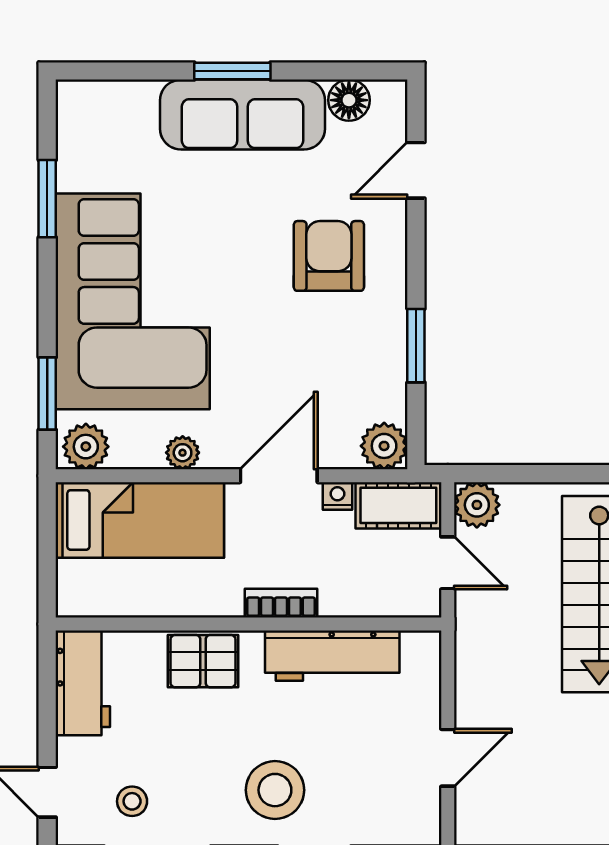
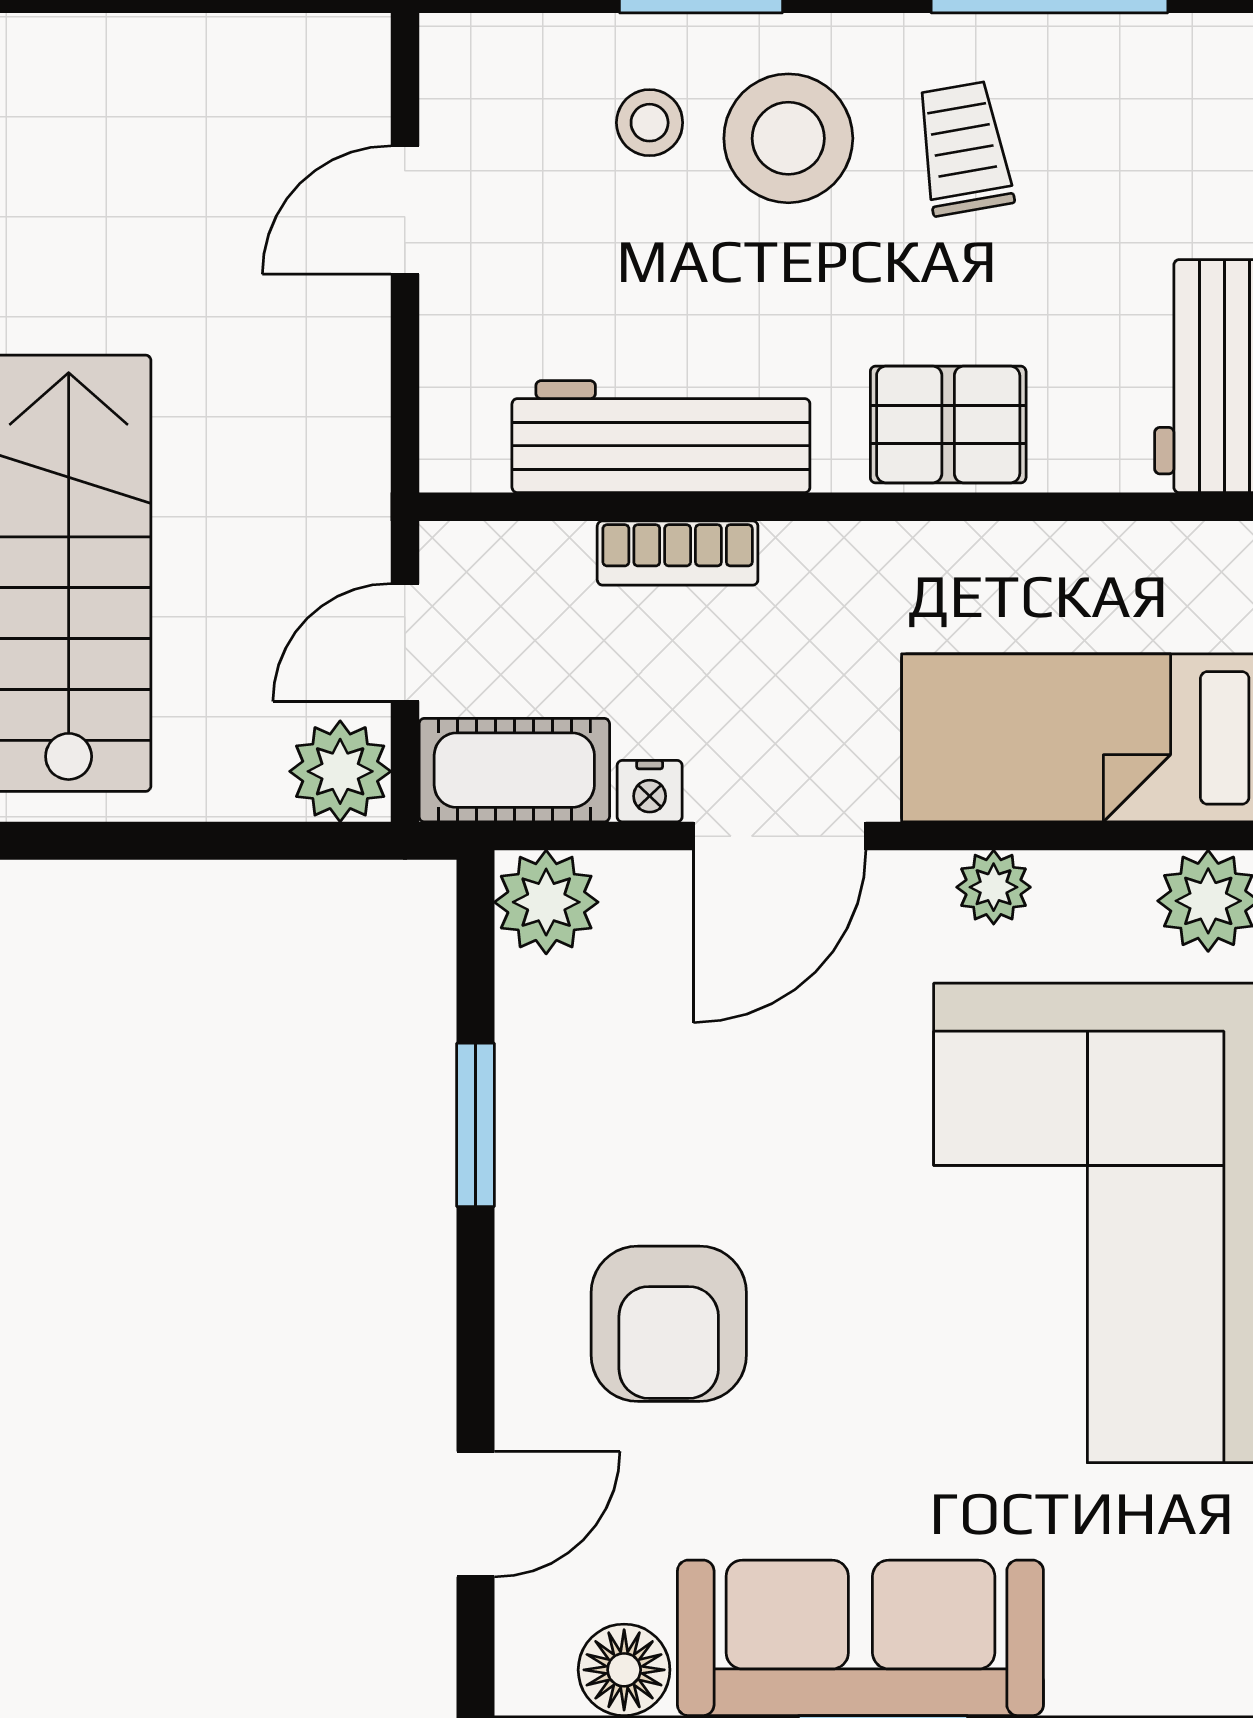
door: (448, 563) -> (405, 642), hinge flipped
bookcase: (281, 603) -> (678, 553), moved
trolley: (196, 785) -> (964, 149), added
stool: (132, 801) -> (650, 123), moved

